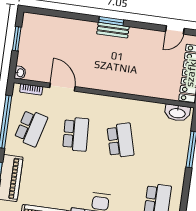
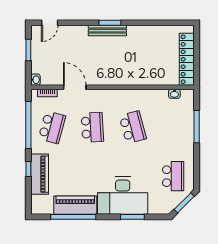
bench: (113, 30) -> (107, 31), width x1.36
door: (175, 30) -> (50, 23), moved
washbasin: (177, 113) -> (174, 94), width x0.52, depth x0.69

